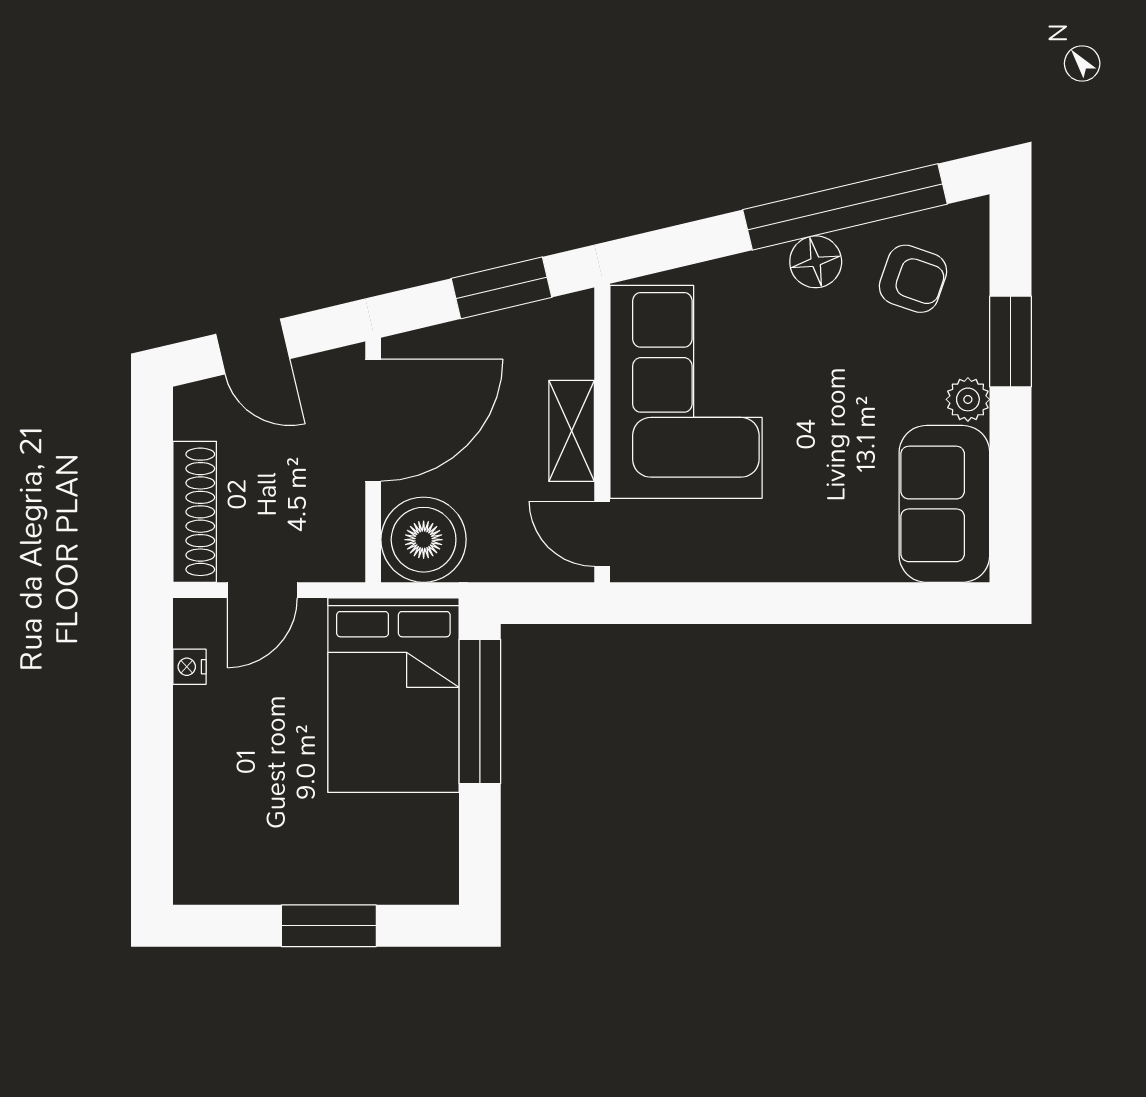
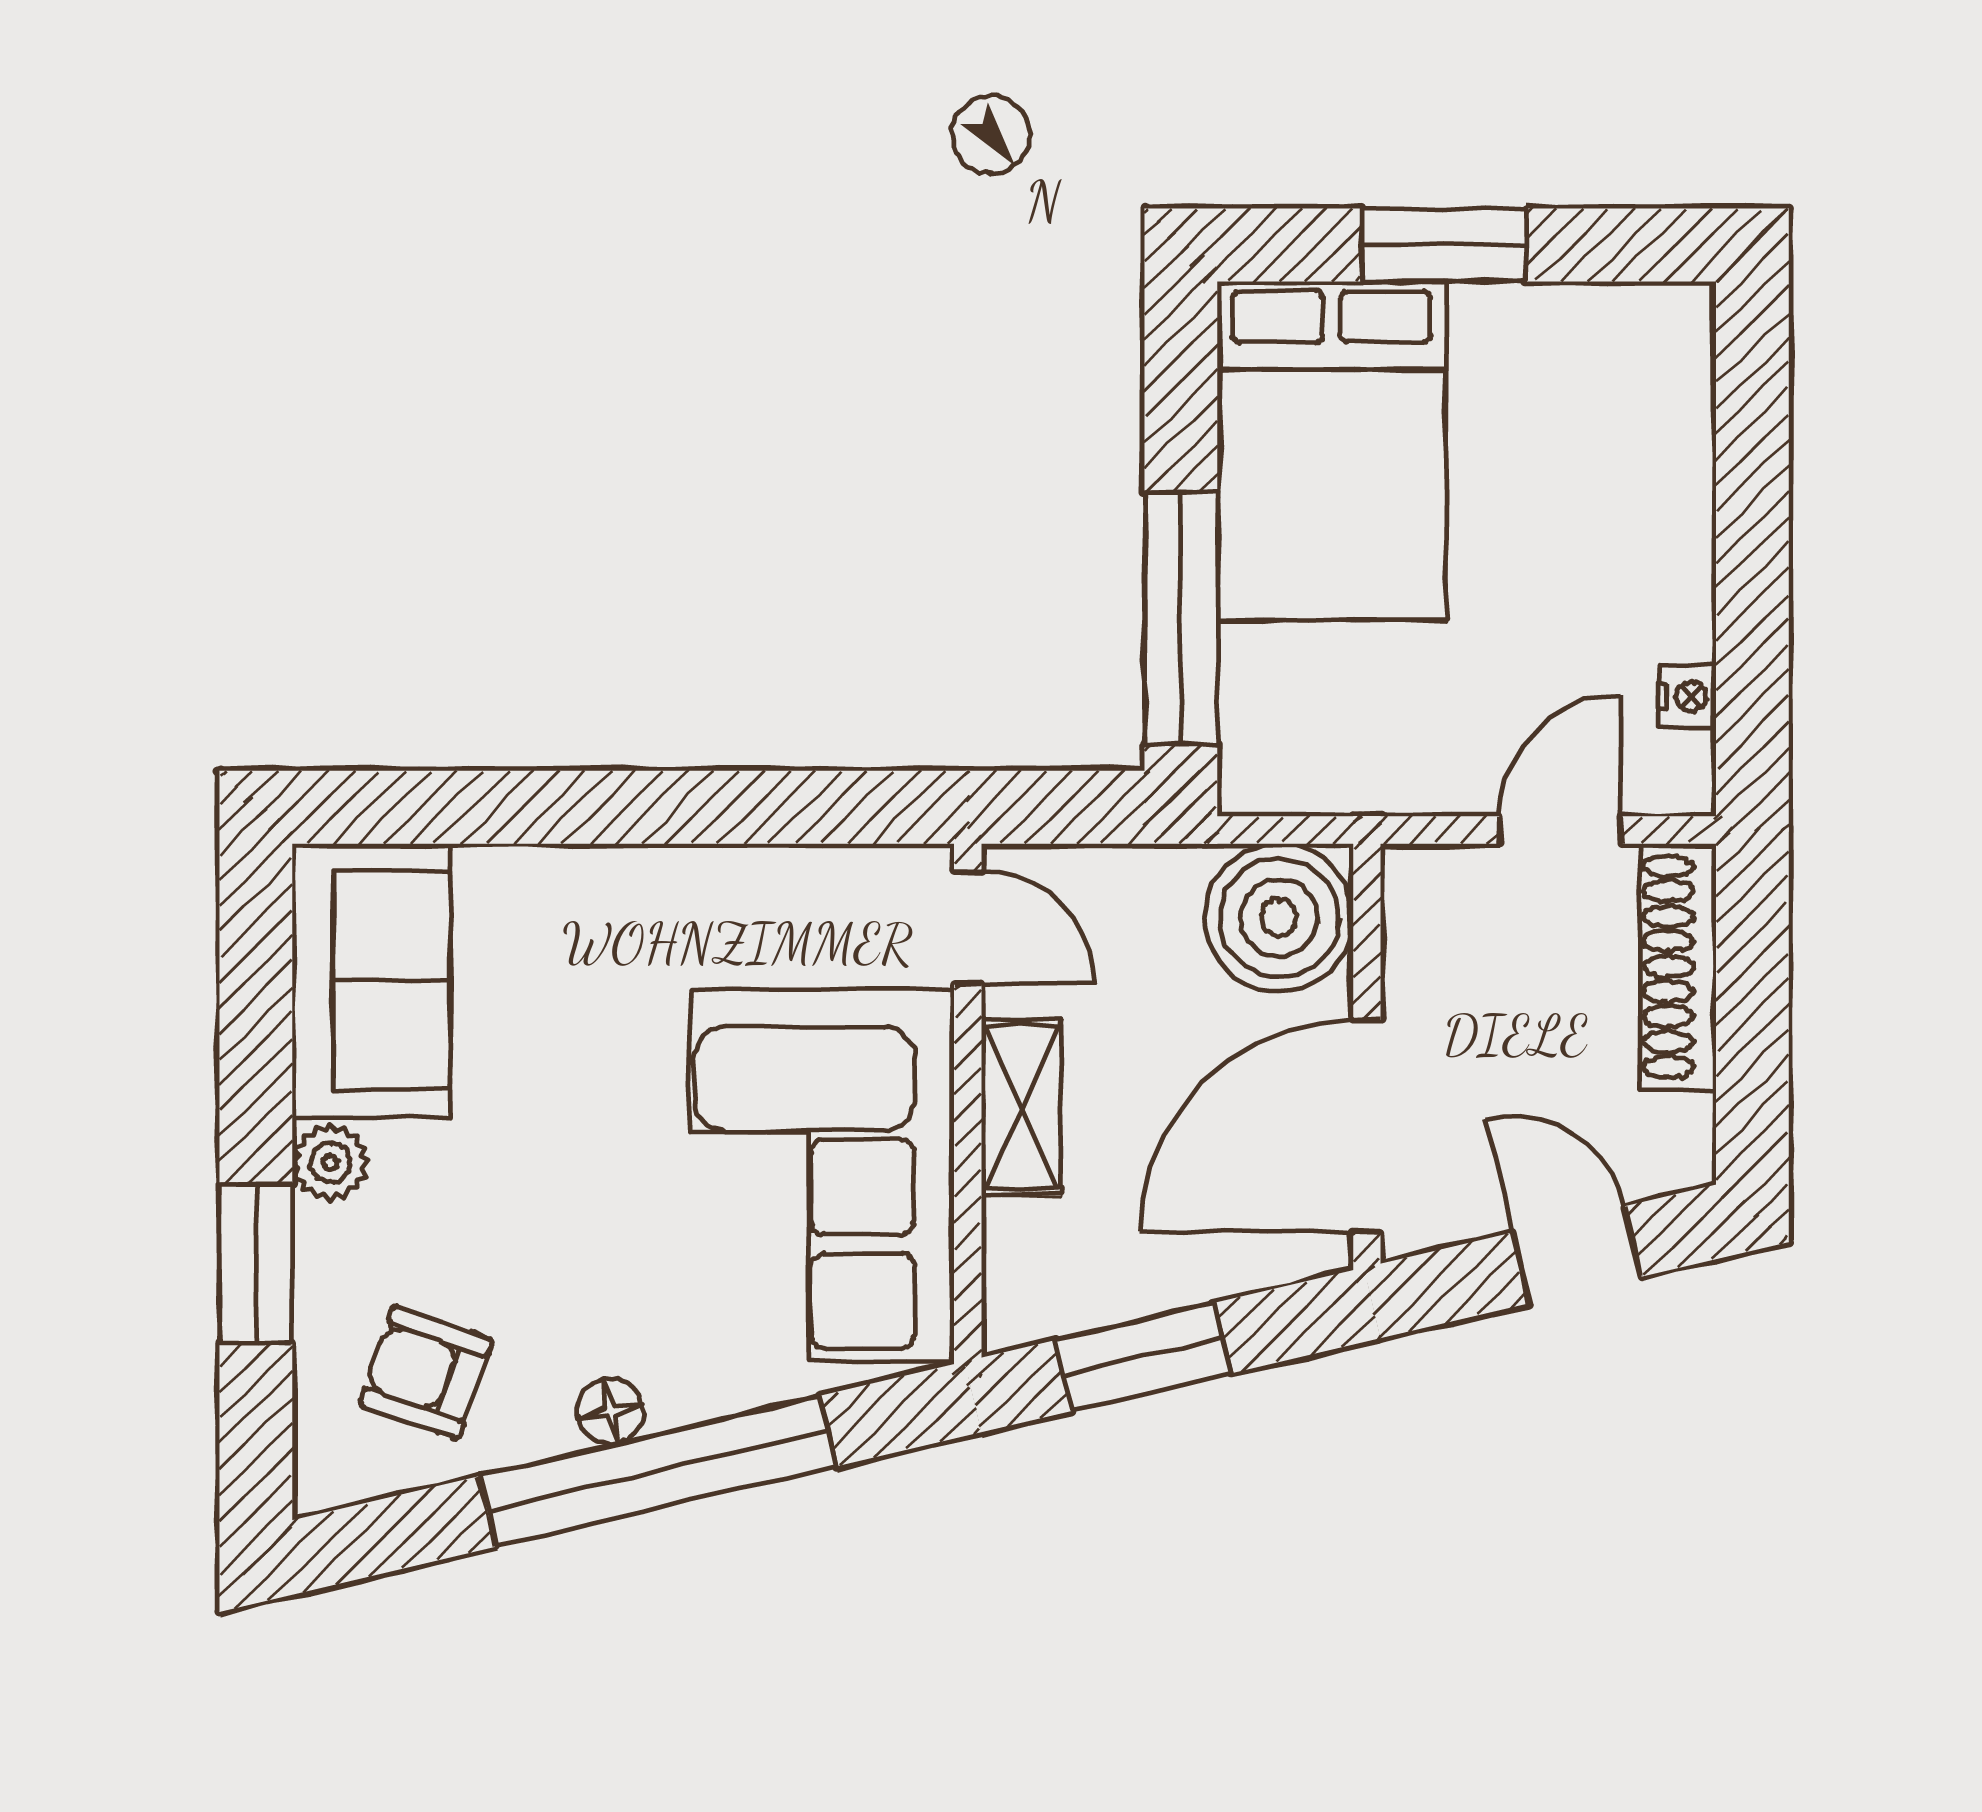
window: (845, 207) -> (658, 1471), moved
floor lamp: (816, 262) -> (610, 1411), width x0.73, depth x0.73
bed: (393, 695) -> (1332, 451), moved, turned 180

